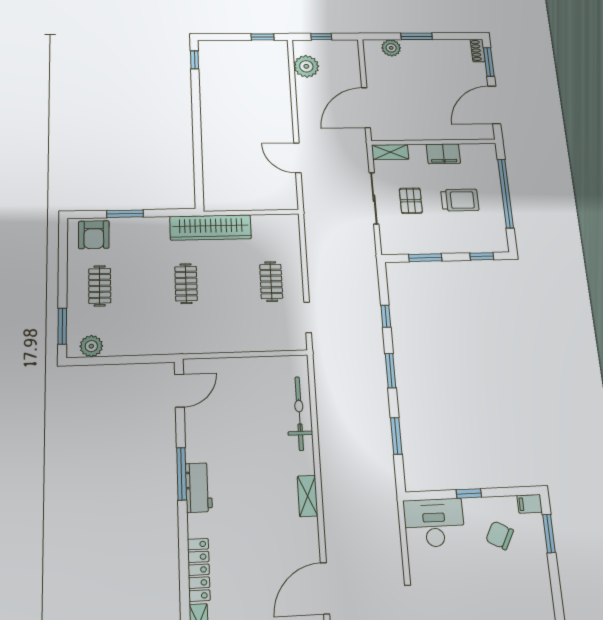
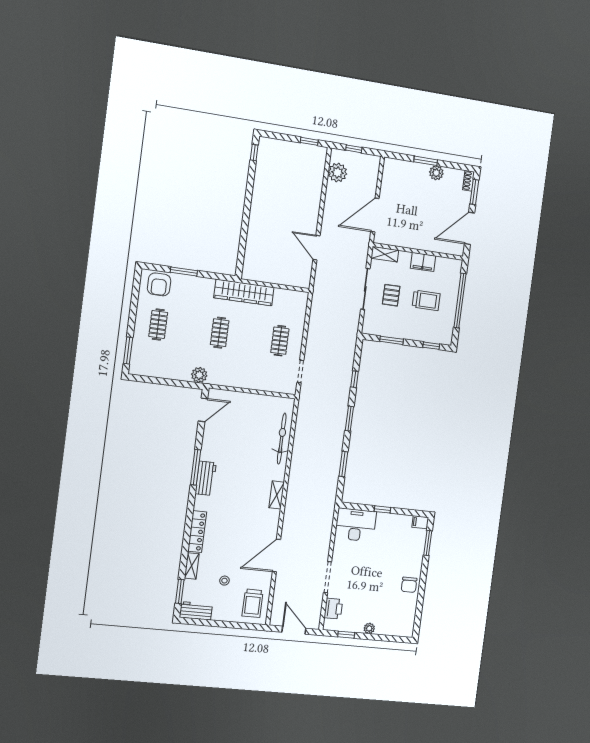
plant: (391, 48) -> (436, 173), moved
plant: (91, 346) -> (199, 375), moved
chair: (500, 535) -> (409, 585), moved, turned -118

